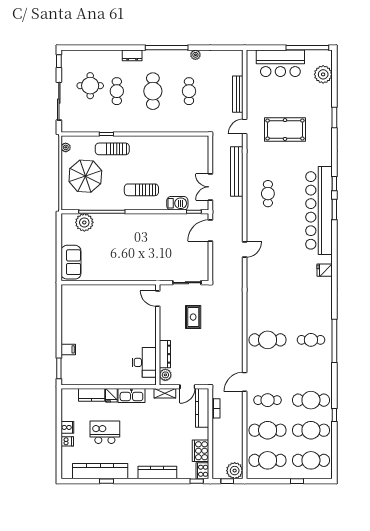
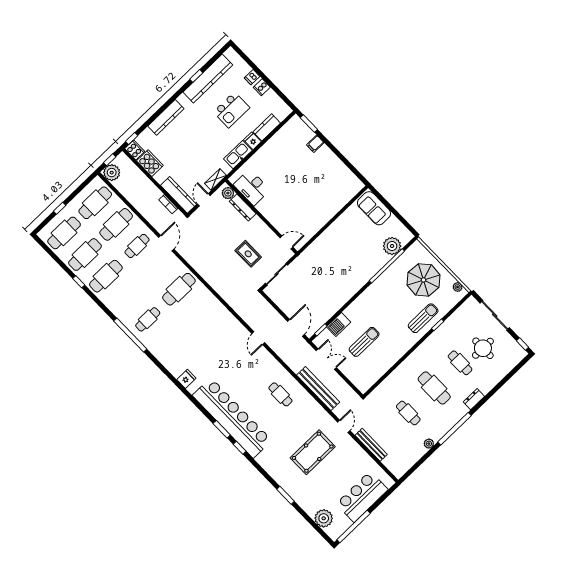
sun lounger: (141, 190) -> (364, 342), moved

